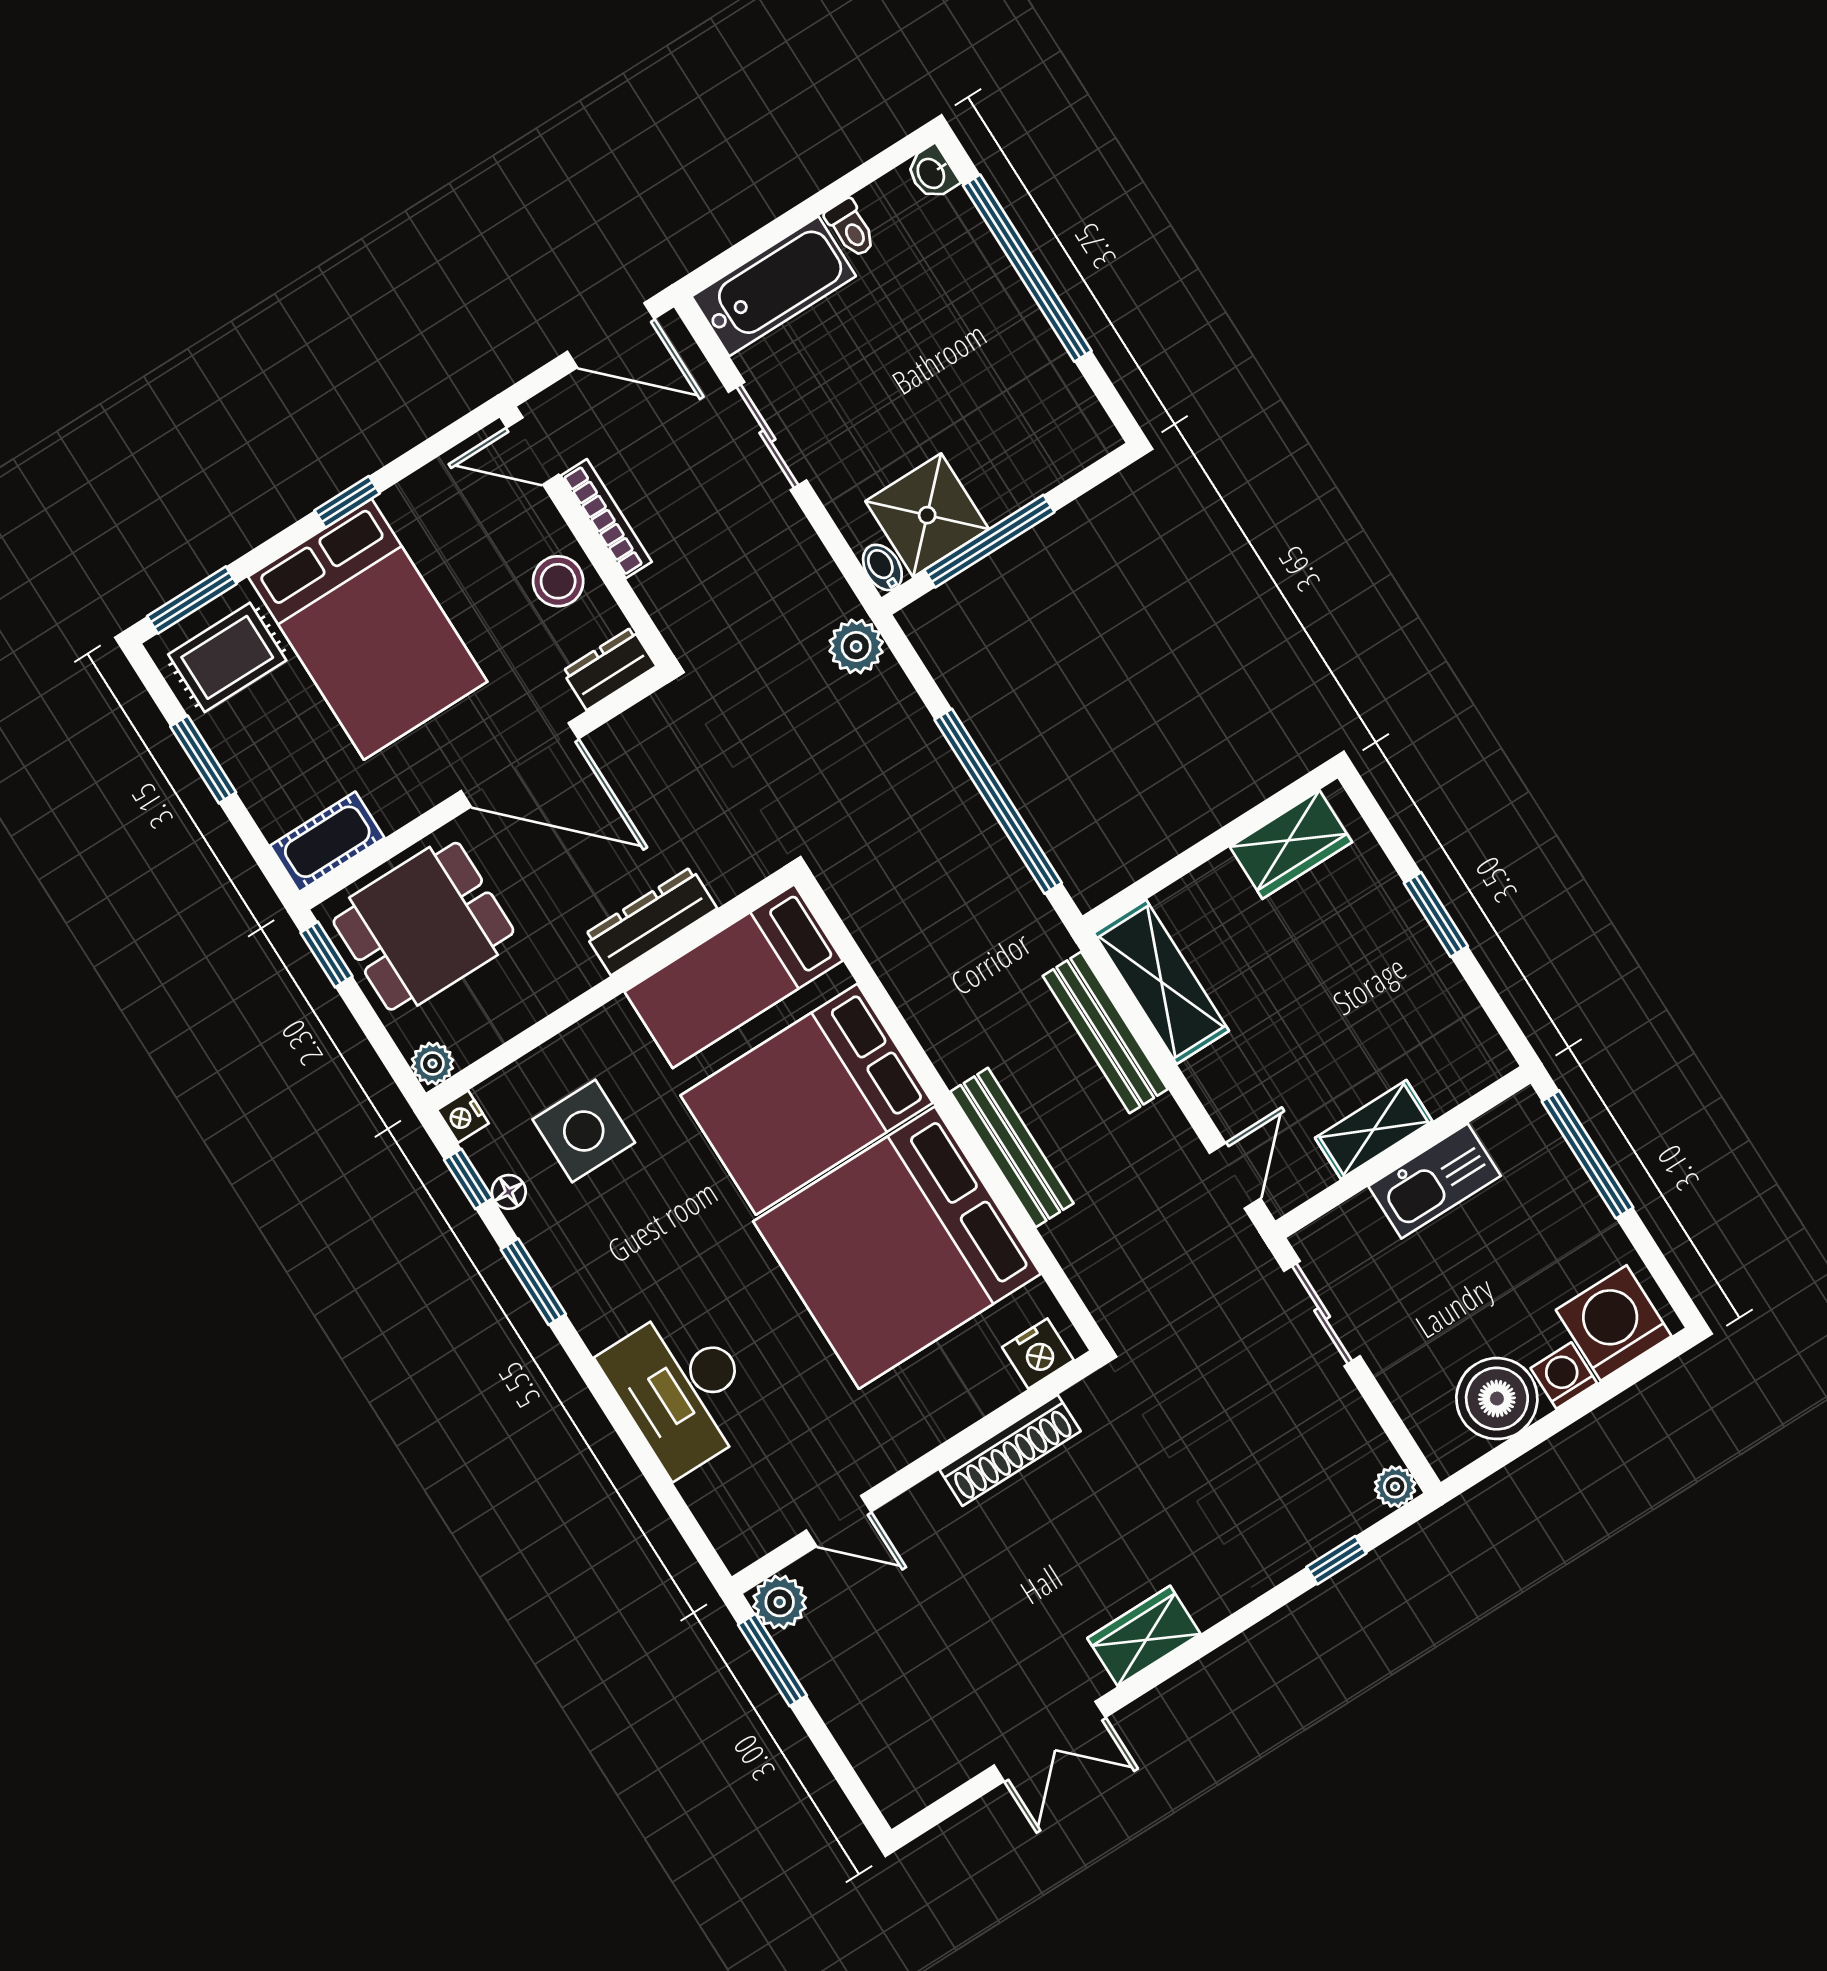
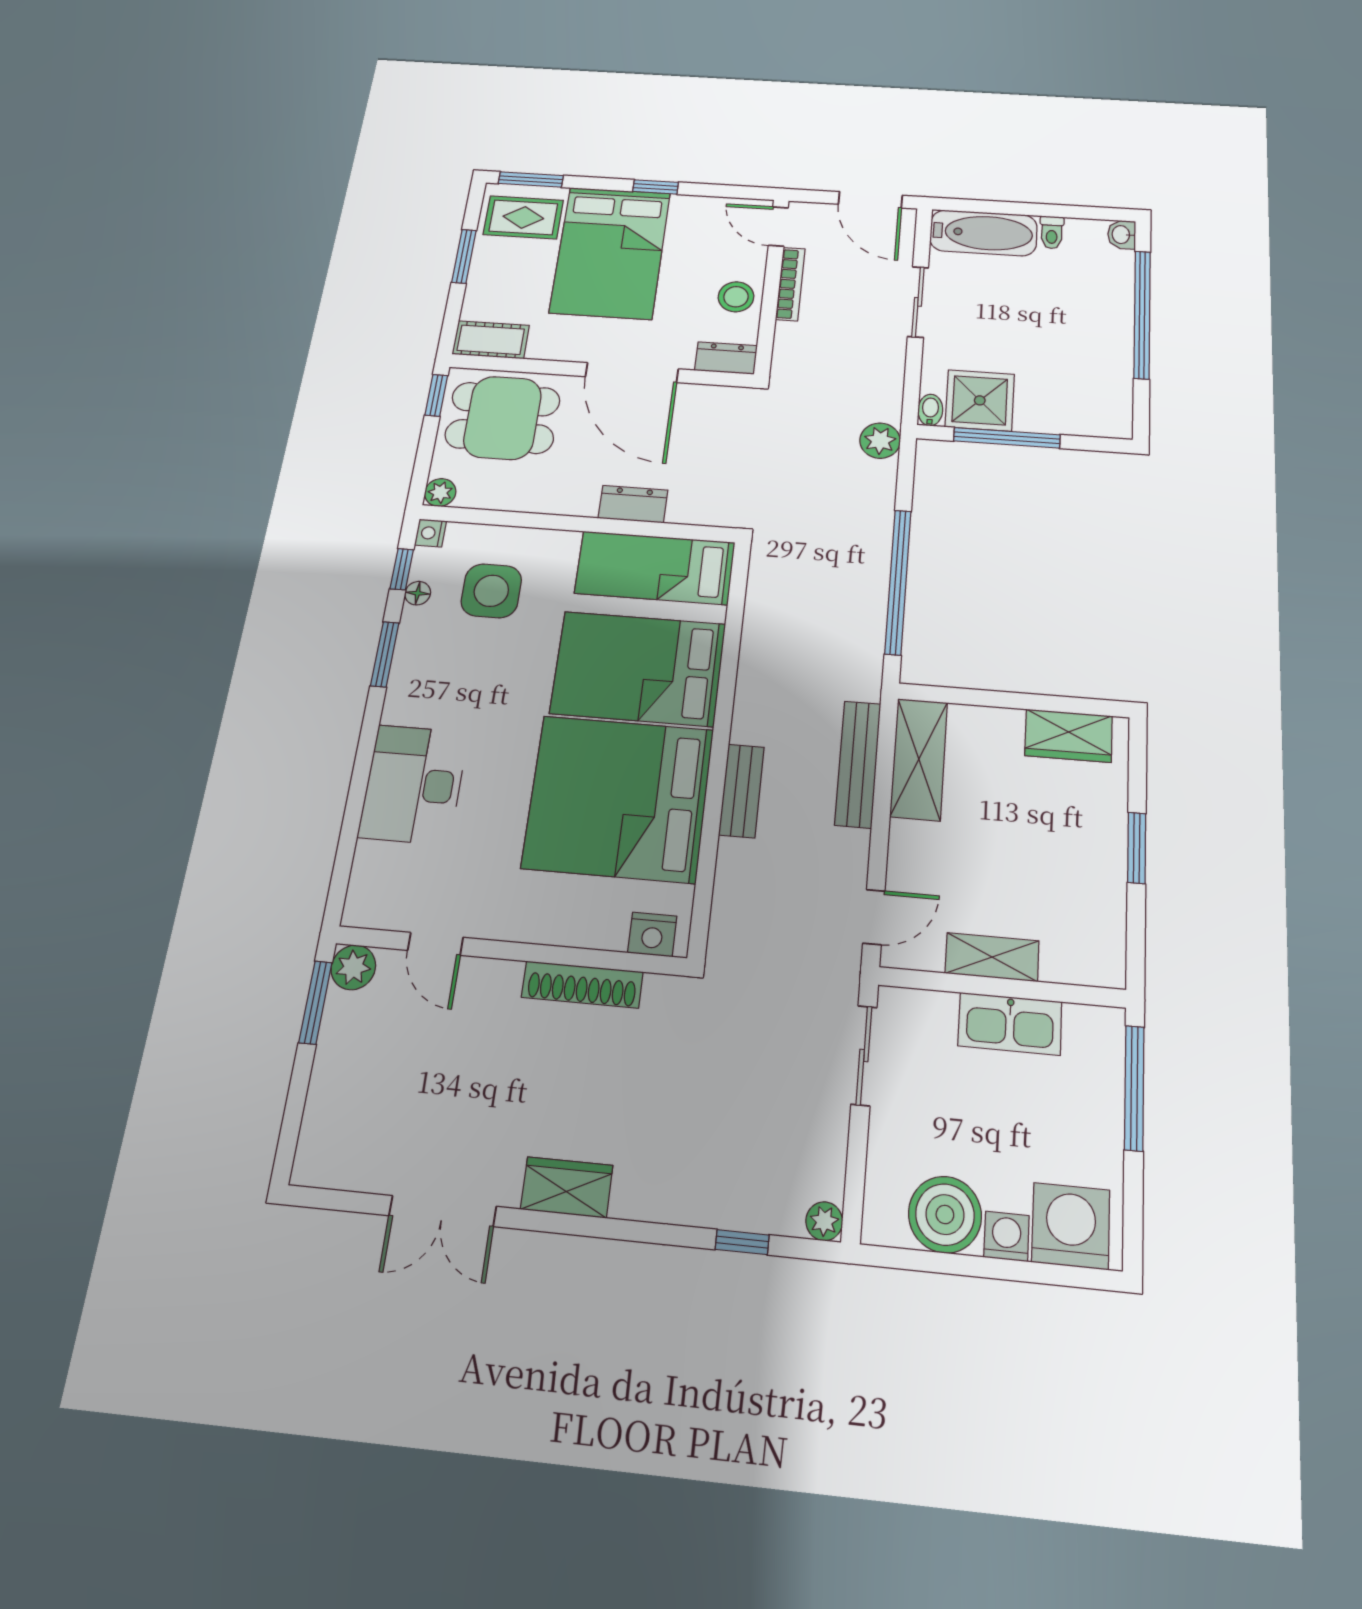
dresser: (651, 921) -> (633, 504), width x0.70
bench: (1012, 1147) -> (741, 791), width x0.73

